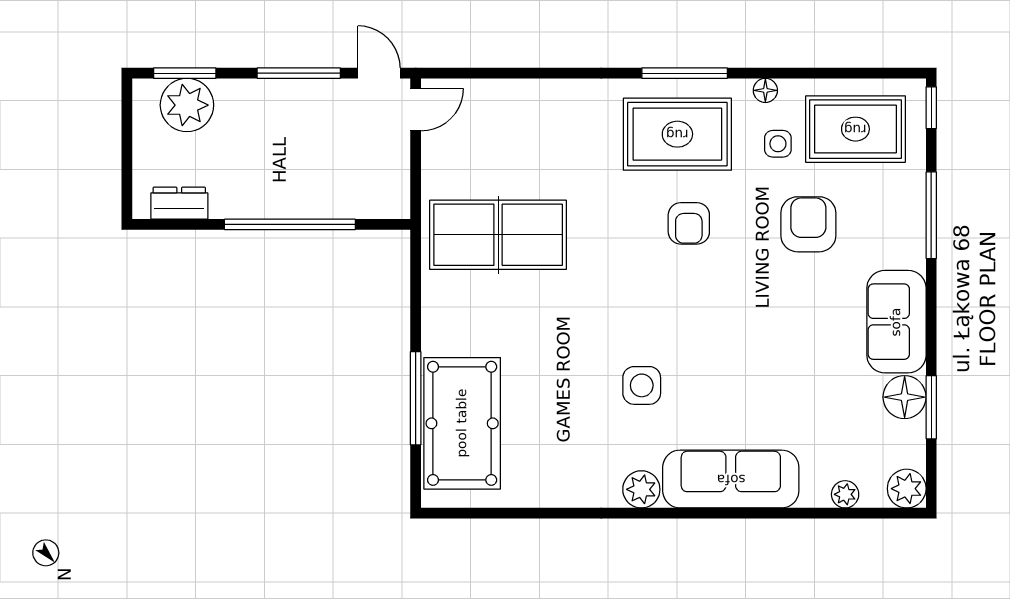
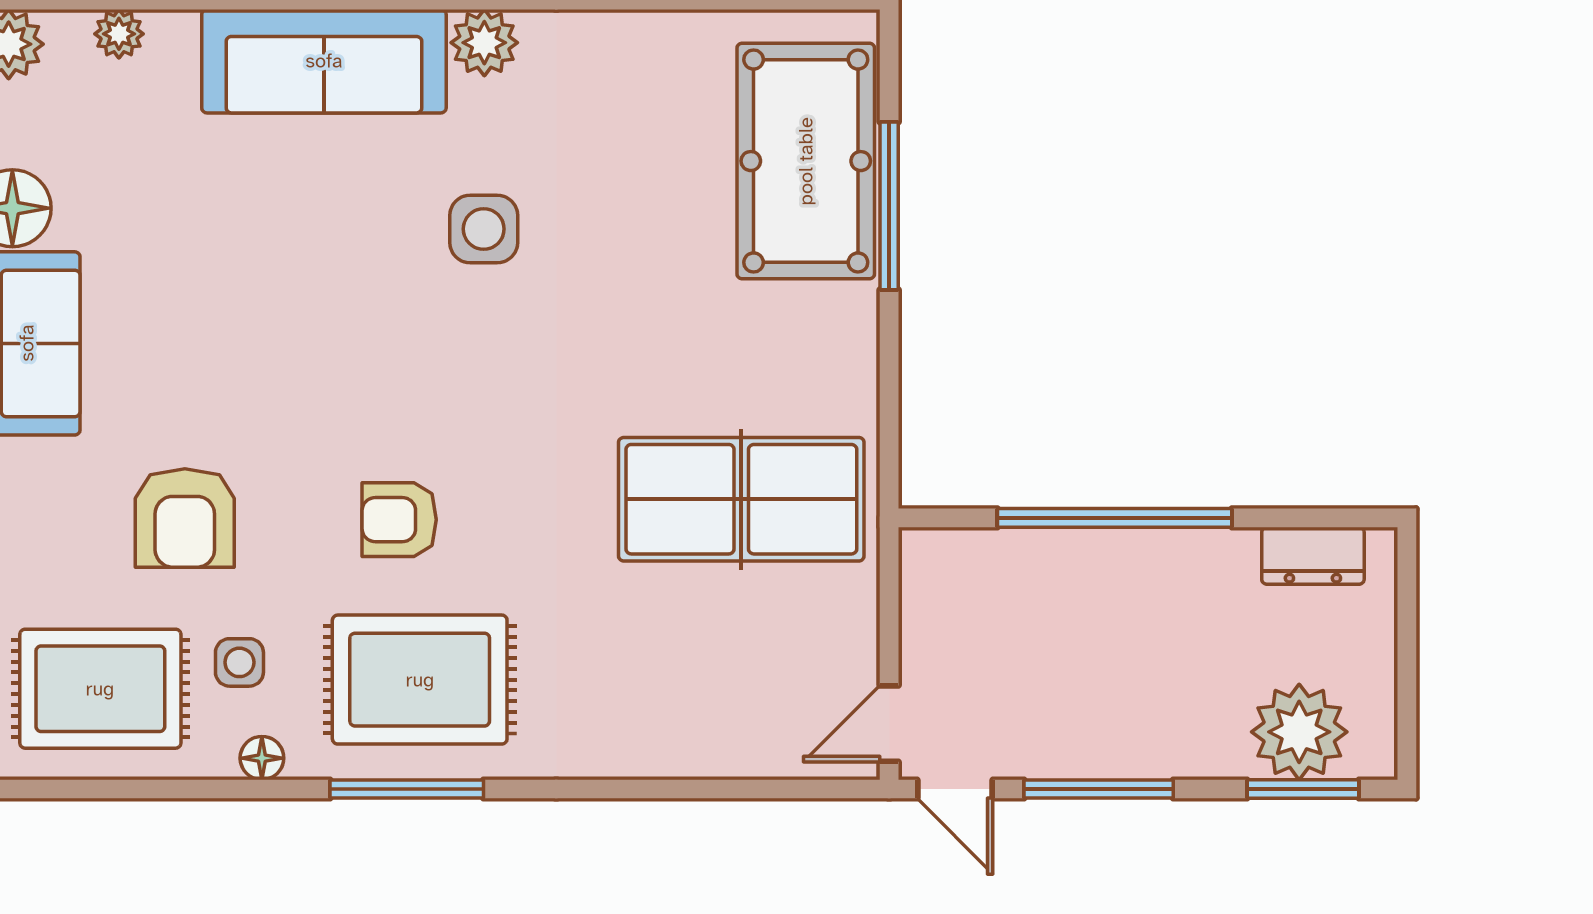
armchair: (689, 223) -> (399, 520), turned -90

